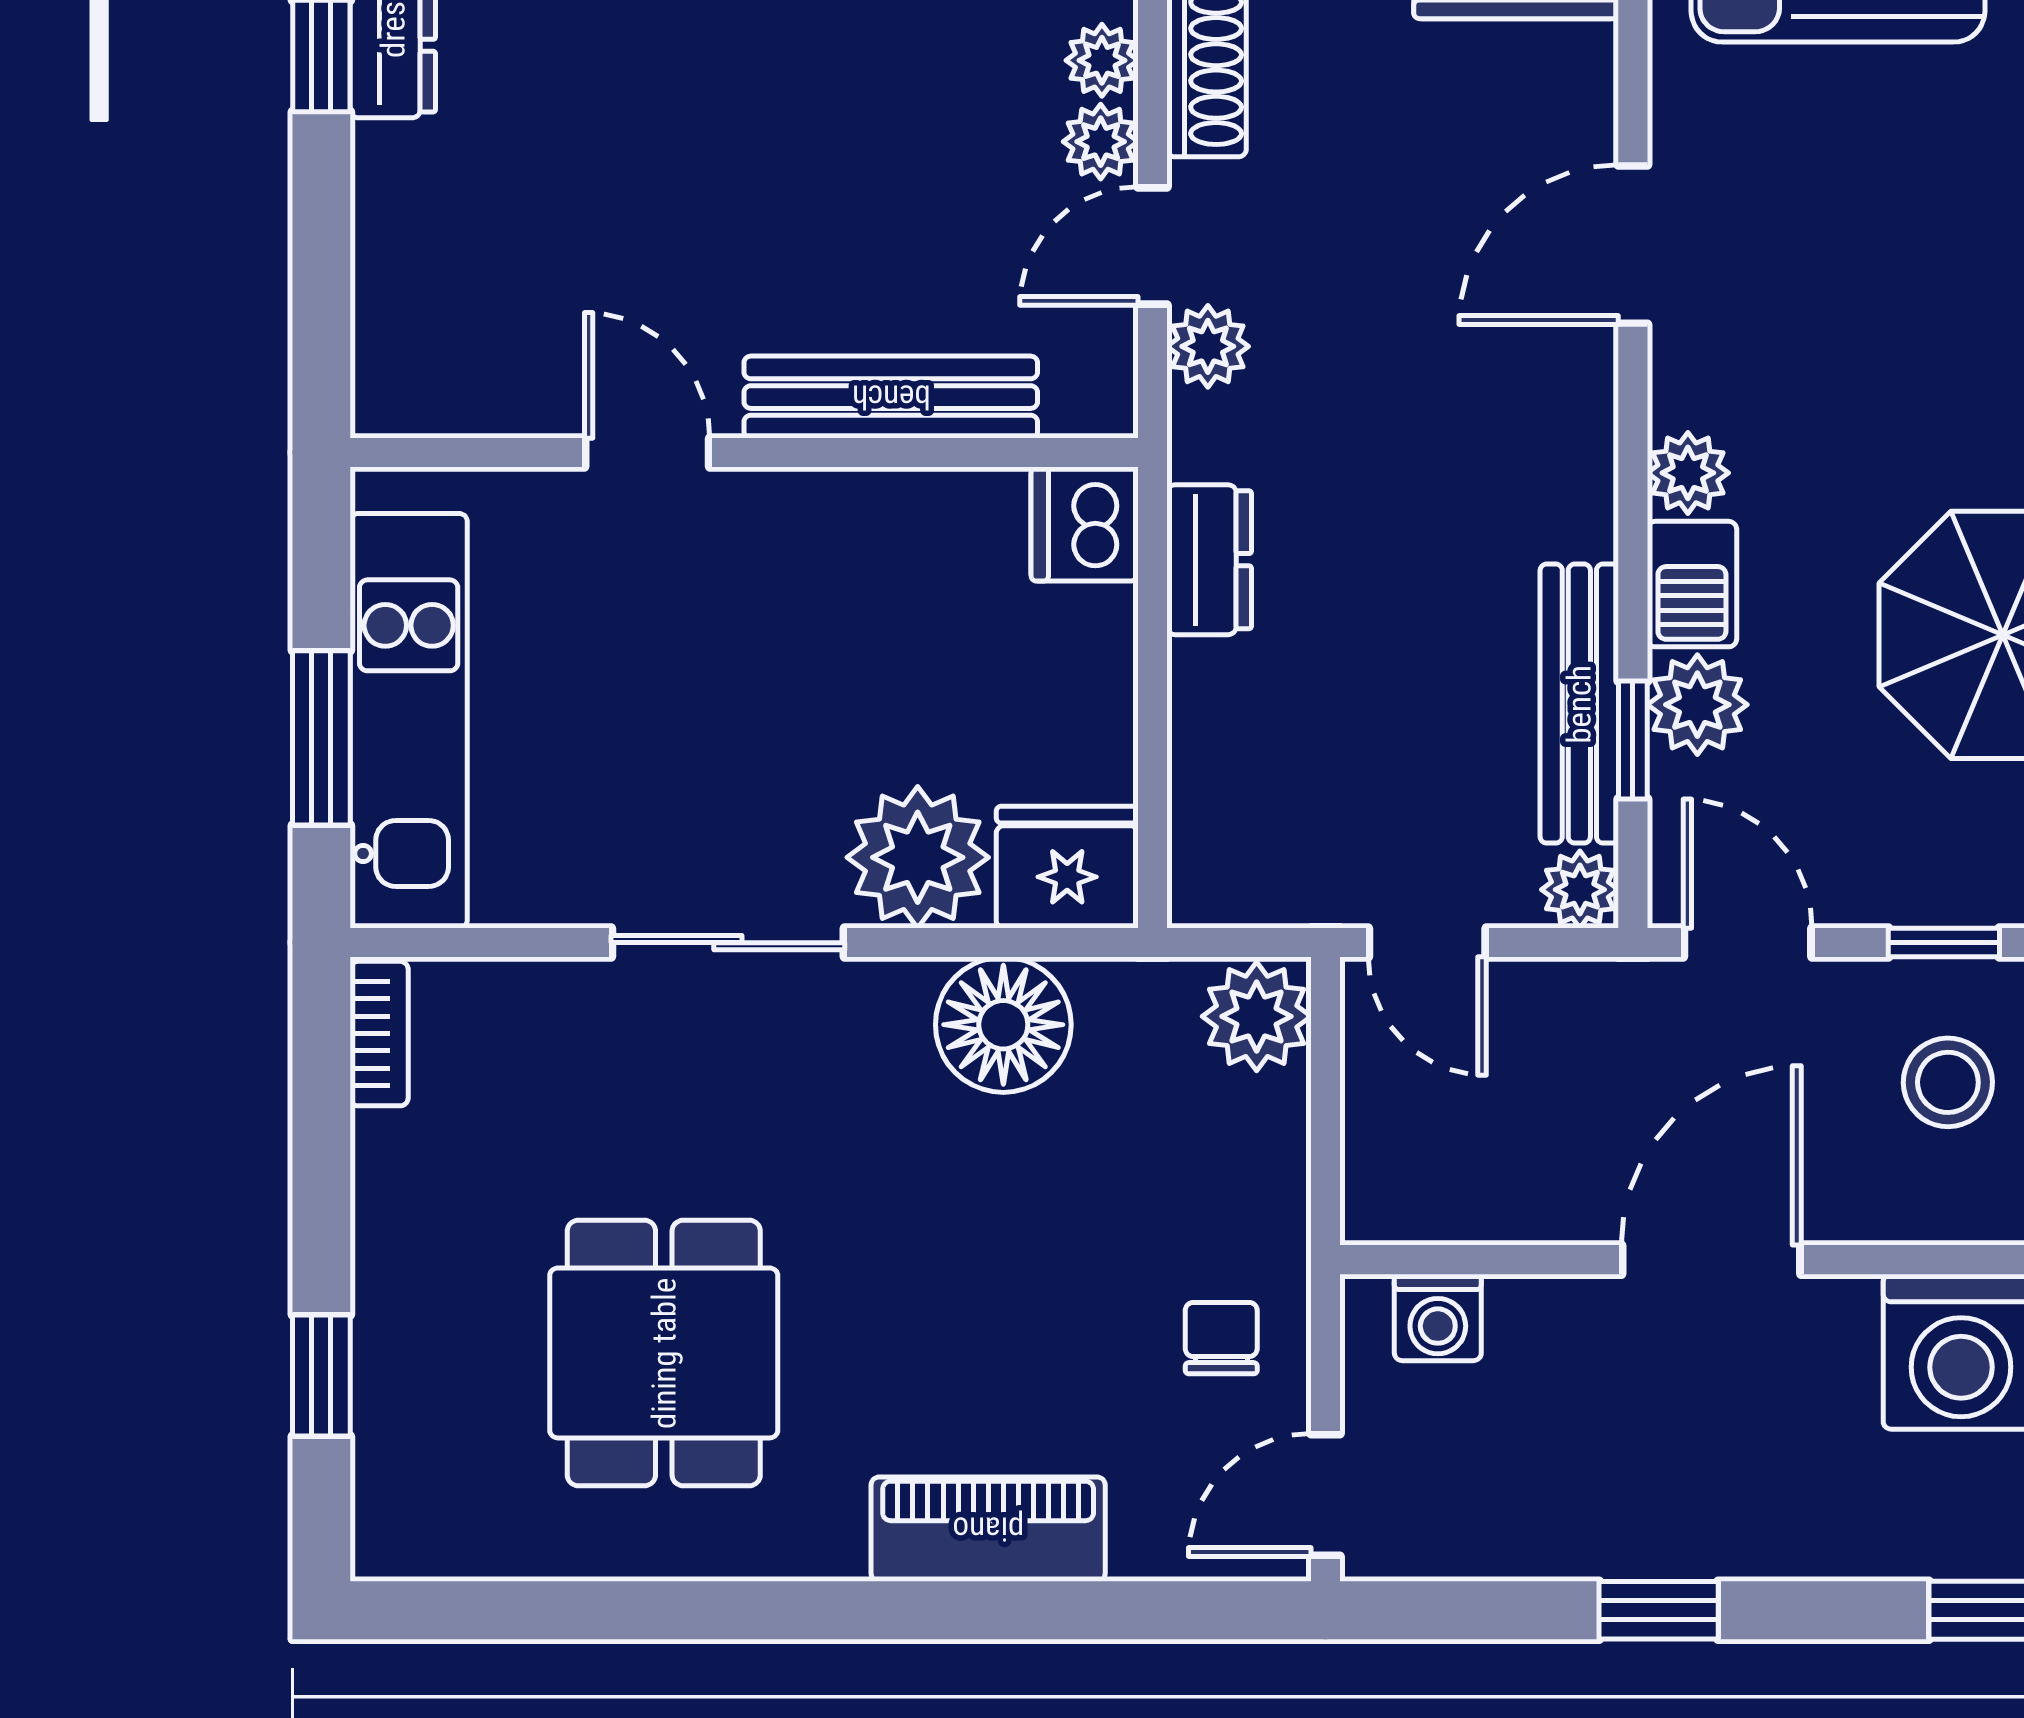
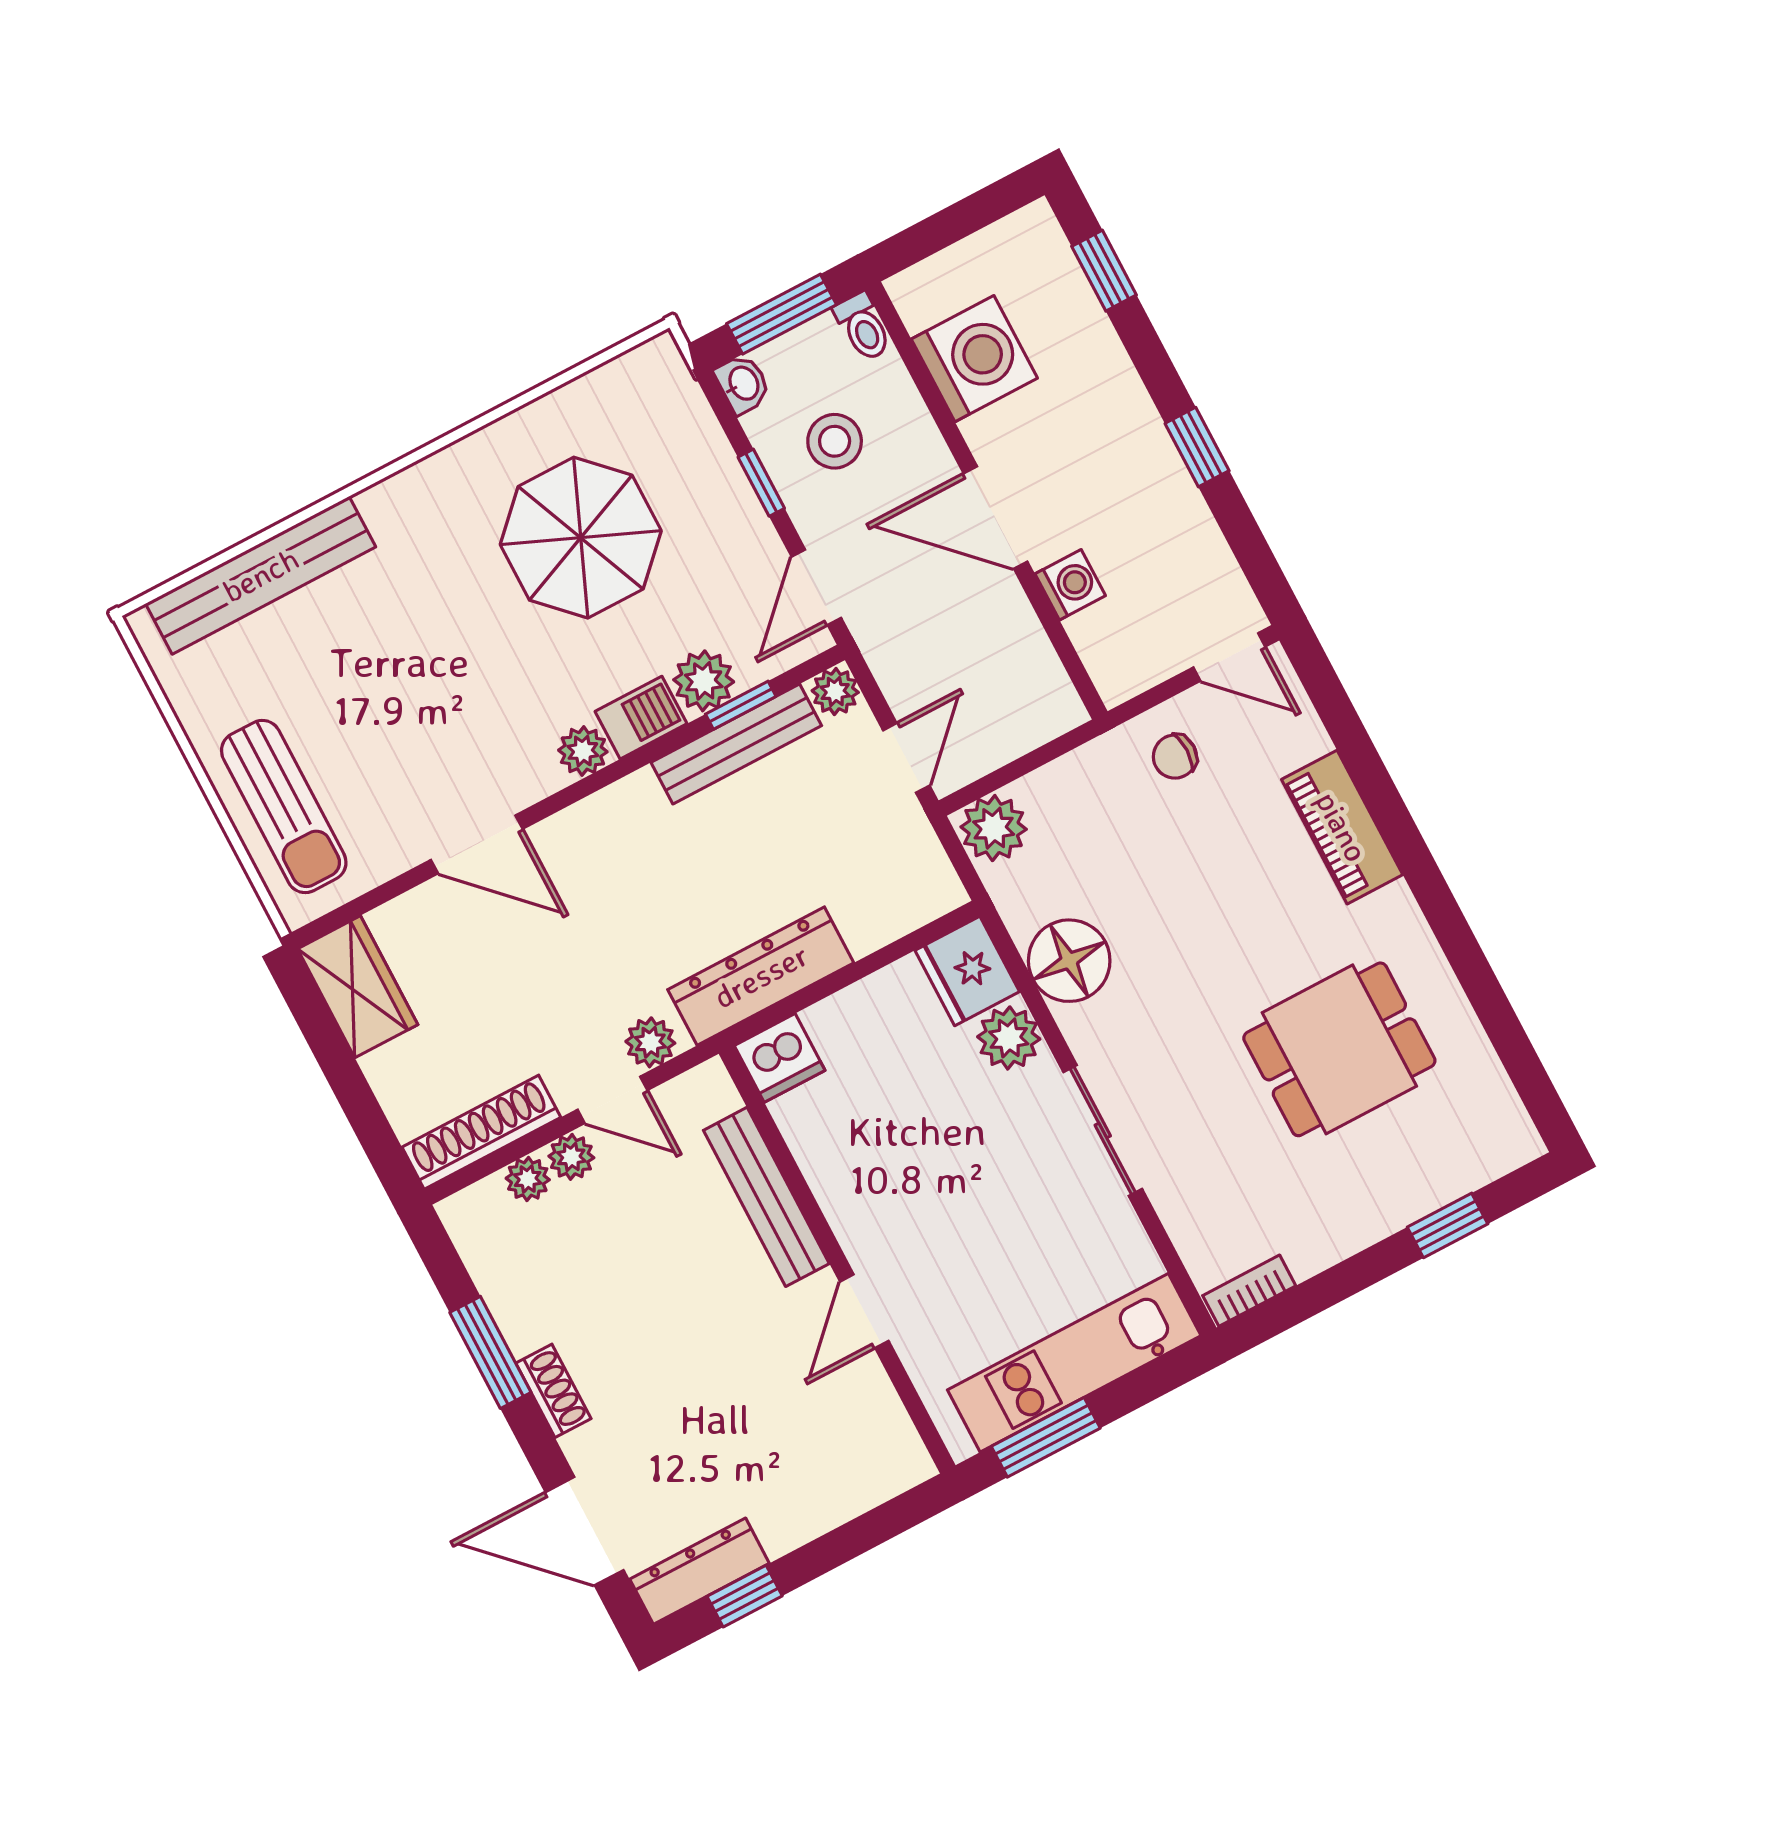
dresser: (1209, 560) -> (761, 976), width x1.96, depth x1.24
window: (321, 738) -> (1046, 1437), moved
plant: (918, 857) -> (1009, 1038), width x0.73, depth x0.73
washing machine: (1438, 1317) -> (1070, 585), moved

